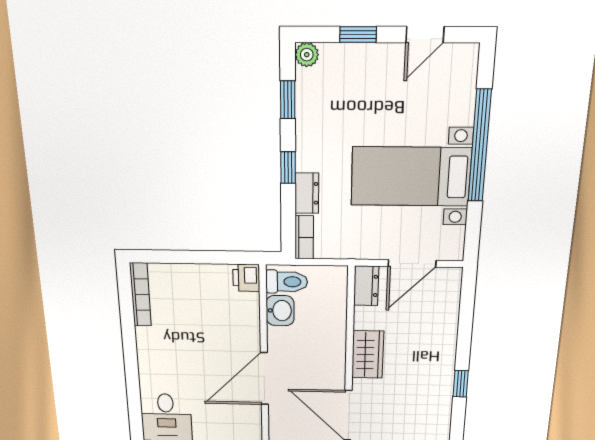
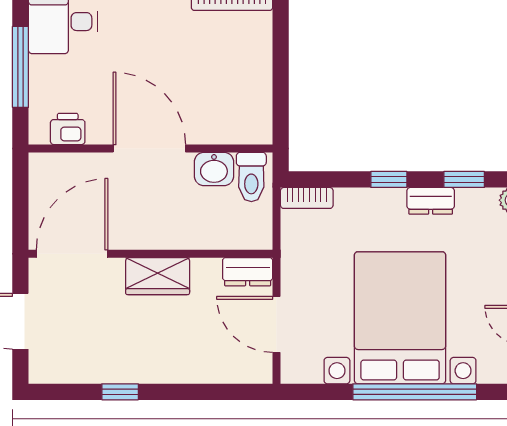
bed with nightstands: (411, 177) -> (400, 318), width x1.36
dresser: (307, 193) -> (431, 201), moved
printer: (246, 278) -> (68, 129), moved
door: (264, 379) -> (149, 148), moved

